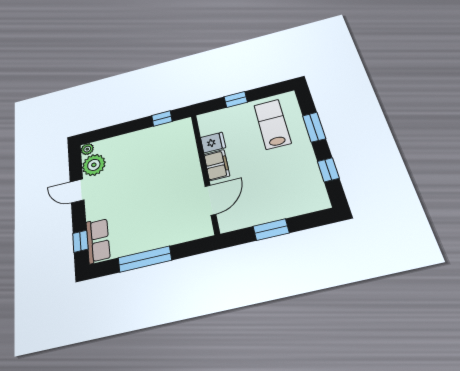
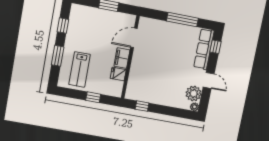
row of seats: (98, 240) -> (204, 49), width x1.48

